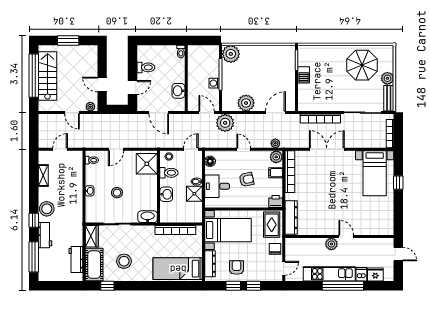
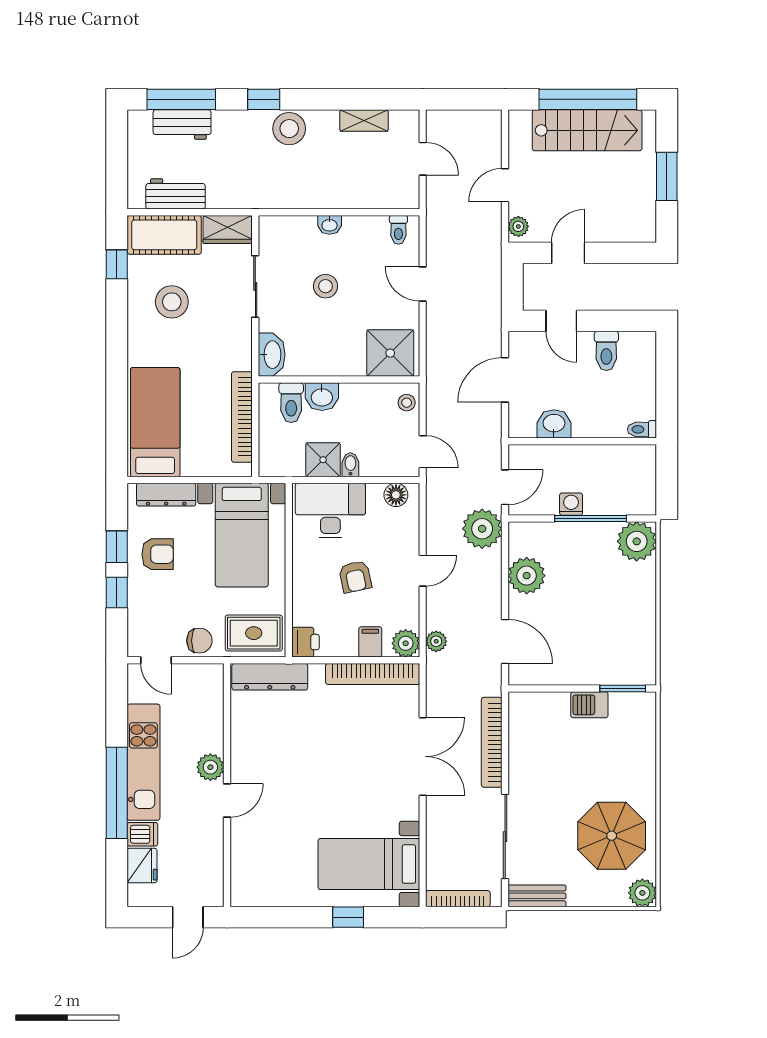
plant: (387, 78) -> (642, 893), moved
toilet: (169, 173) -> (291, 403), moved
desk: (217, 186) -> (330, 511), width x1.37
workbench: (45, 235) -> (182, 125), moved

